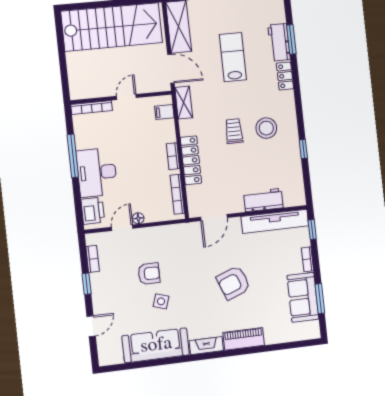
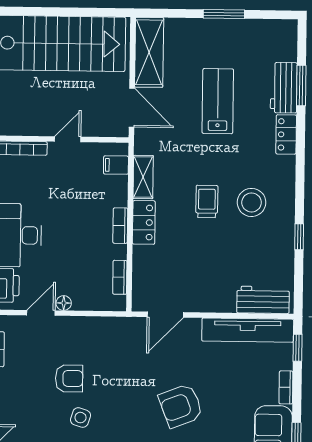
shelving: (184, 103) -> (143, 177), moved
locker: (191, 160) -> (144, 222), width x0.66
bookcase: (177, 194) -> (120, 277), width x0.64
workbench: (263, 200) -> (263, 300), moved

